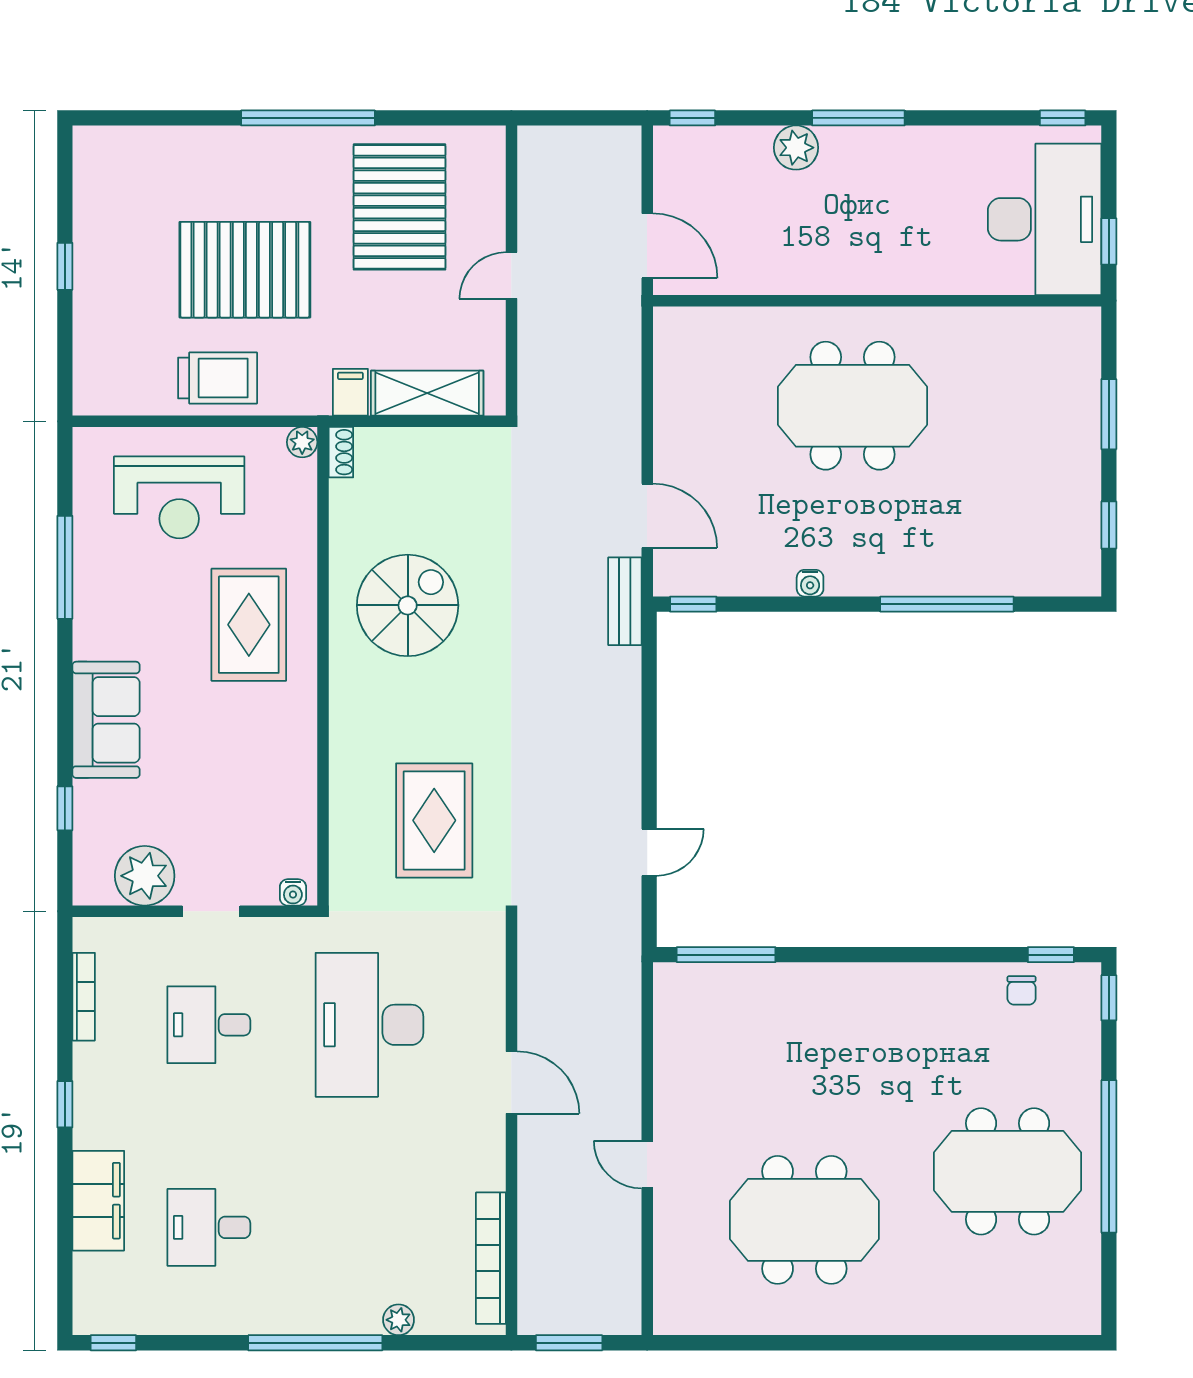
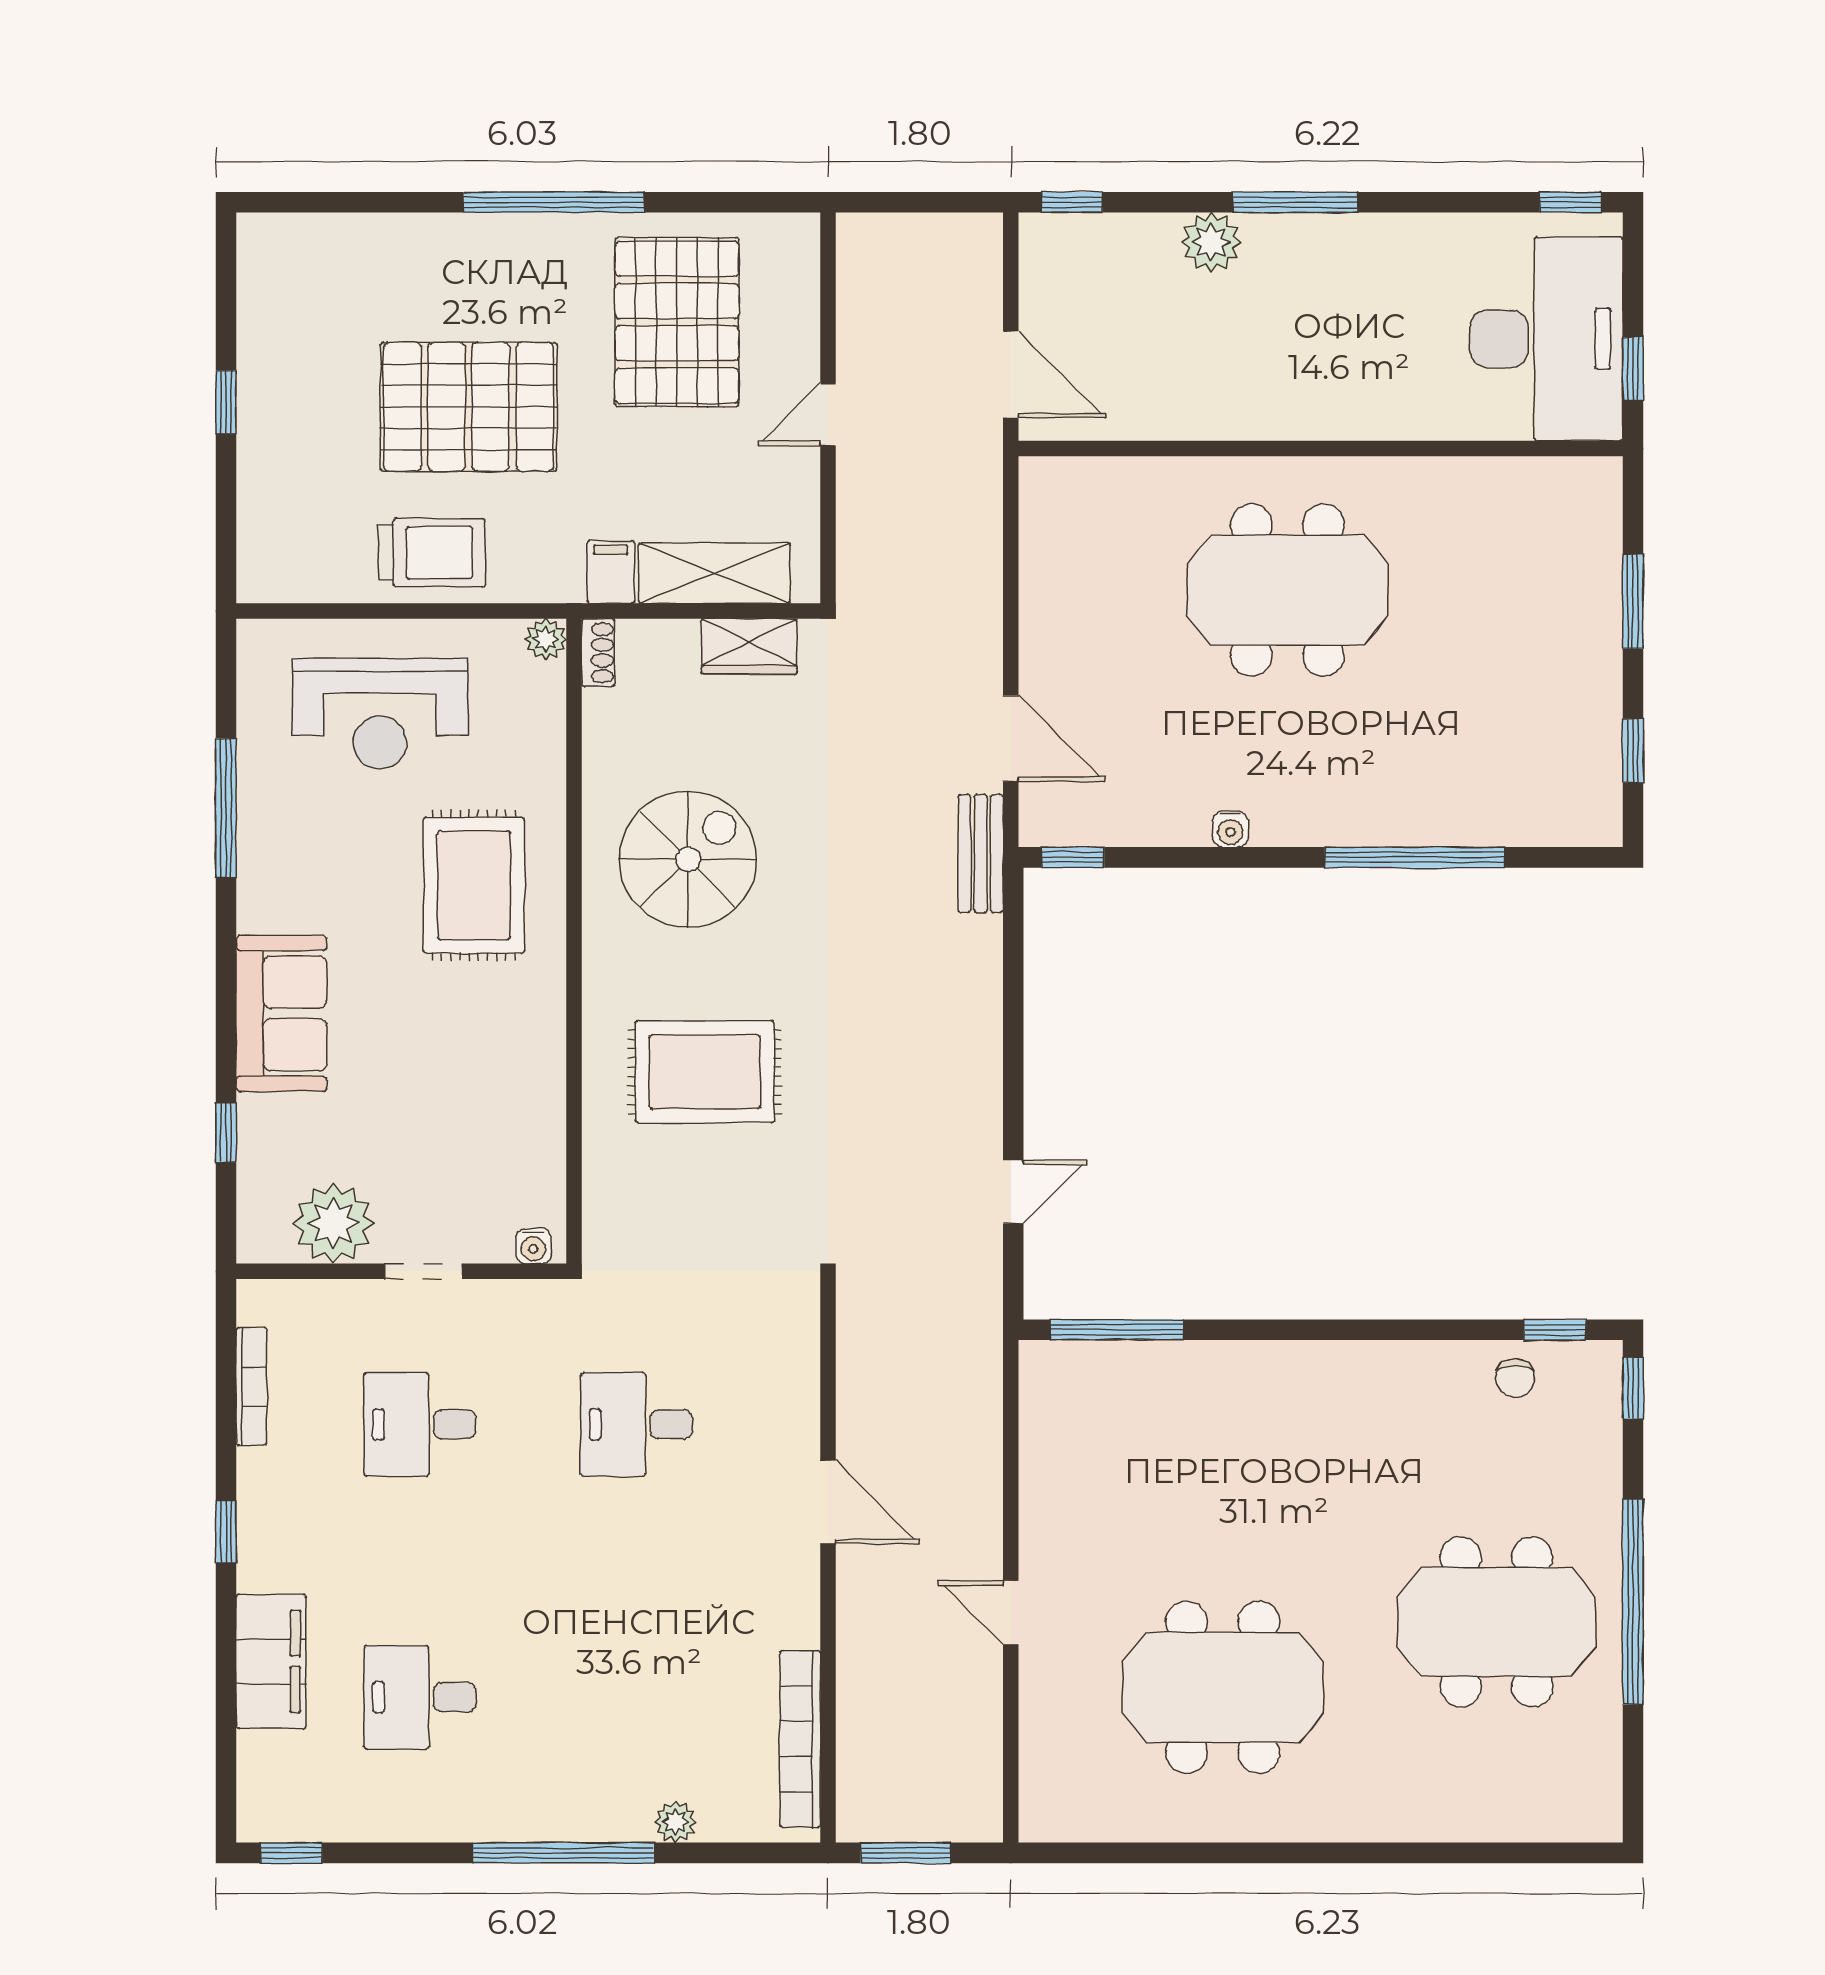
wardrobe: (453, 448) -> (749, 646), added
rug: (434, 820) -> (705, 1072), moved, turned 90
desk: (369, 1025) -> (636, 1424), width x0.53, depth x0.77

